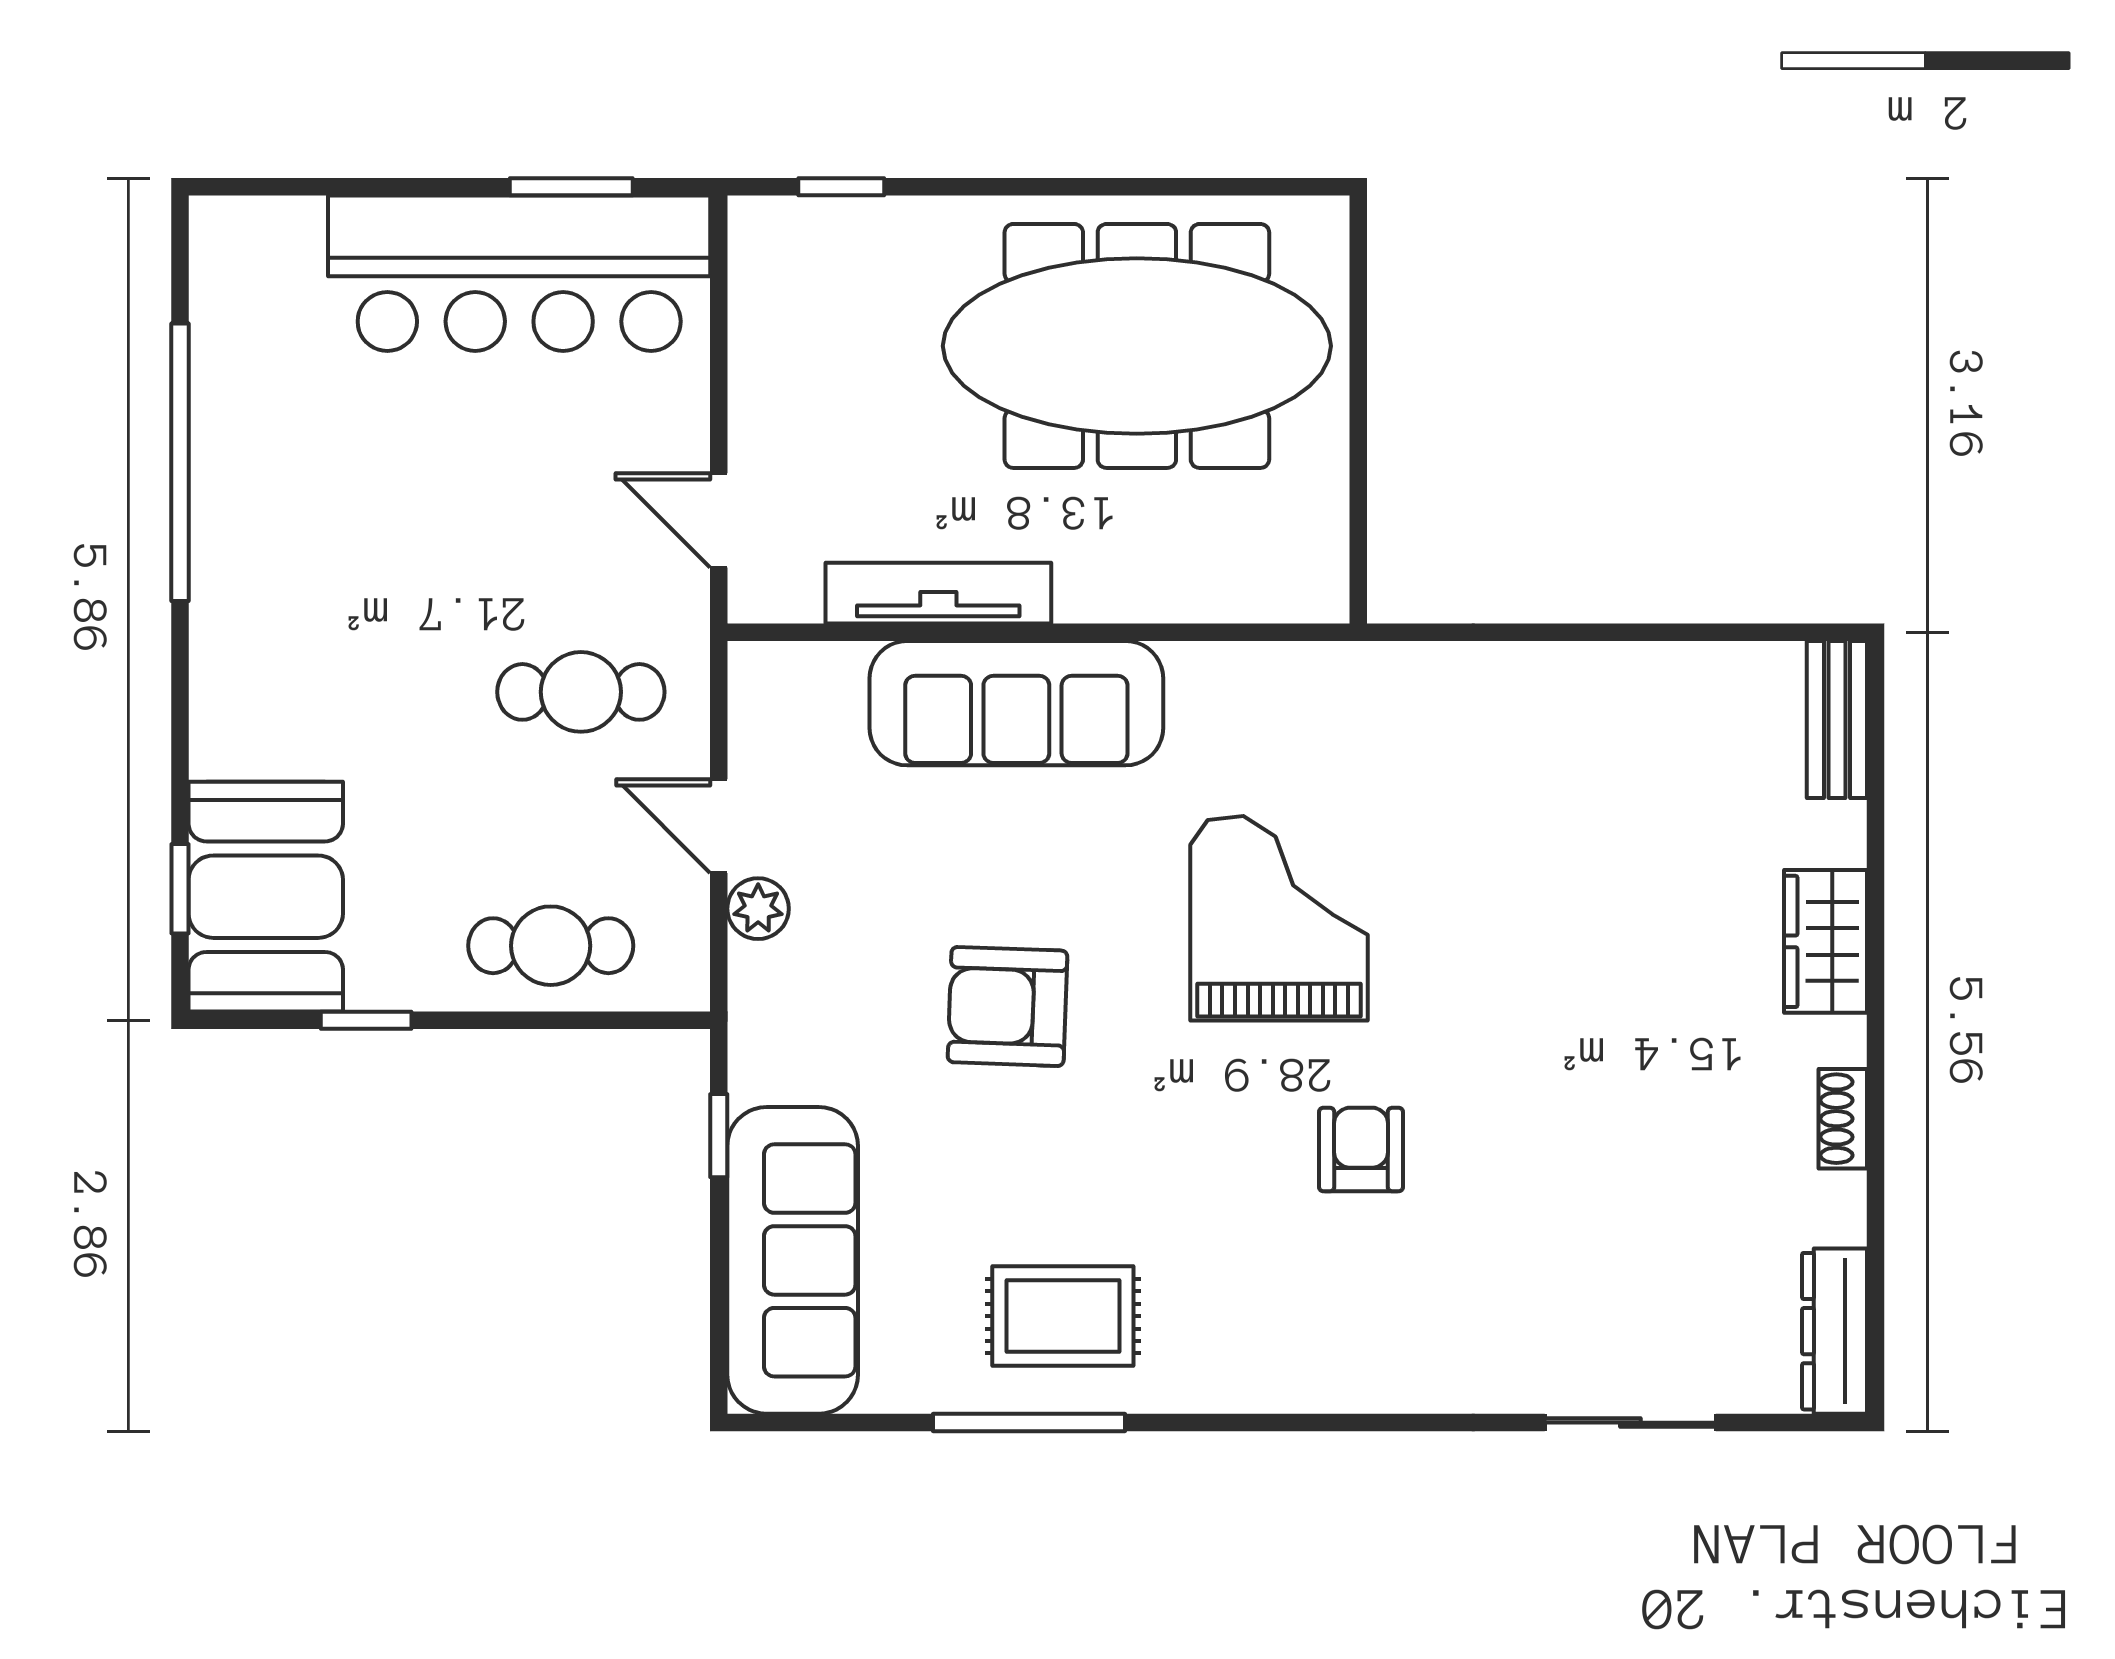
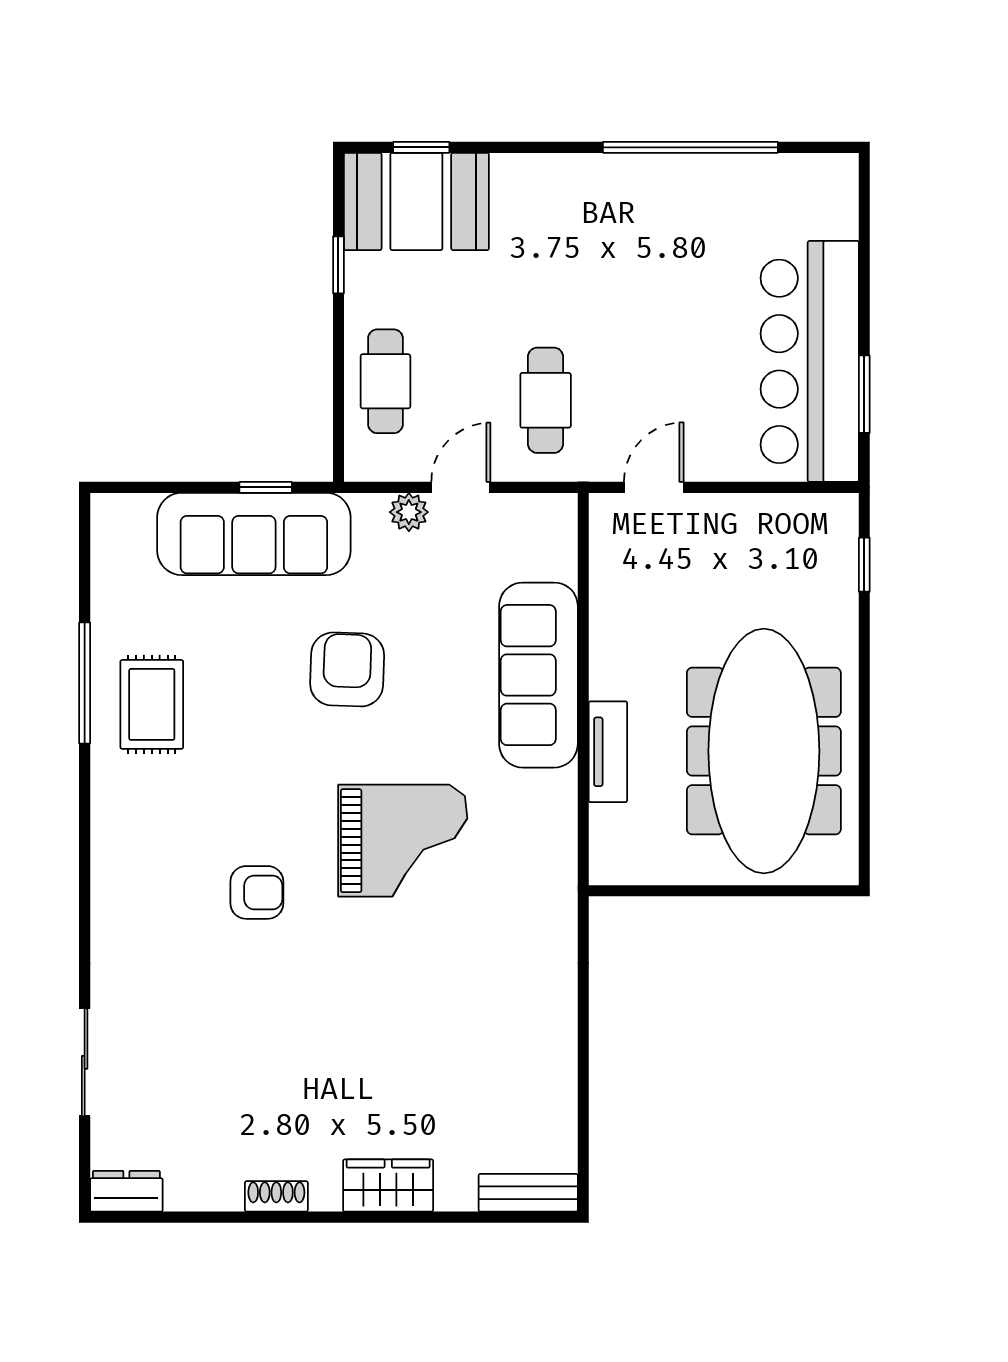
tv unit: (938, 593) -> (608, 752), moved, width x0.71
sofa: (793, 1260) -> (254, 534), moved
dresser: (1835, 1331) -> (126, 1191), width x0.70

